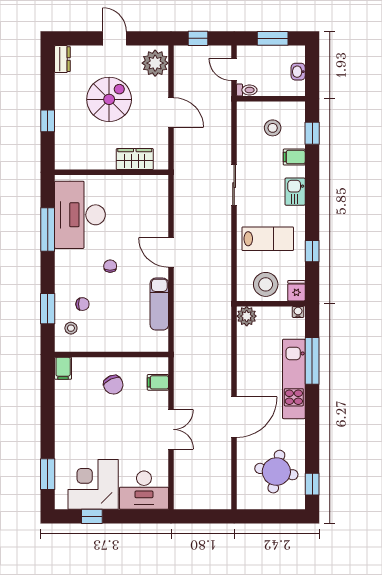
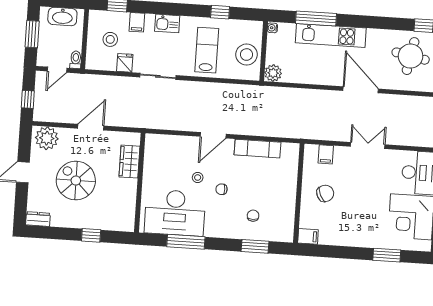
washbasin: (298, 72) -> (62, 17), width x1.91, depth x1.45
fridge: (296, 291) -> (125, 63), moved, turned 90
stool: (71, 328) -> (198, 177), moved
window: (48, 474) -> (387, 255), moved

